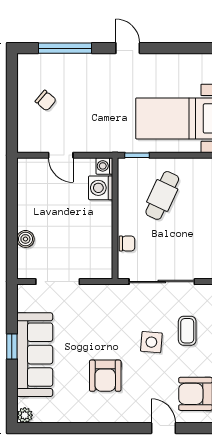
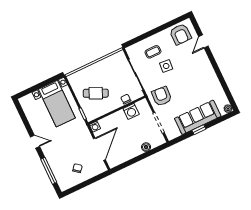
door: (128, 48) -> (35, 142), swing flipped
door: (61, 155) -> (99, 149), width x1.88
washing machine: (101, 188) -> (131, 111), moved
armchair: (105, 376) -> (162, 96), moved, turned -86

